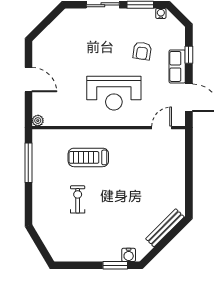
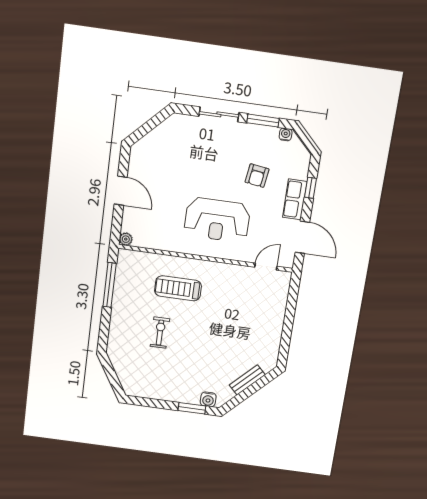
bench: (165, 228) -> (247, 380), width x0.73

